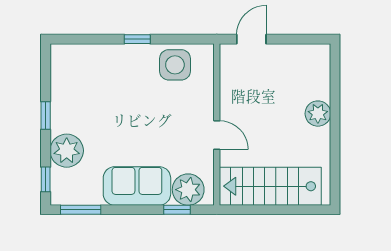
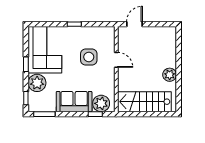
side table: (175, 65) -> (89, 57), moved
corner sofa: (82, 88) -> (45, 50), added
plant: (318, 114) -> (170, 75), moved
door: (217, 135) -> (116, 60), moved

